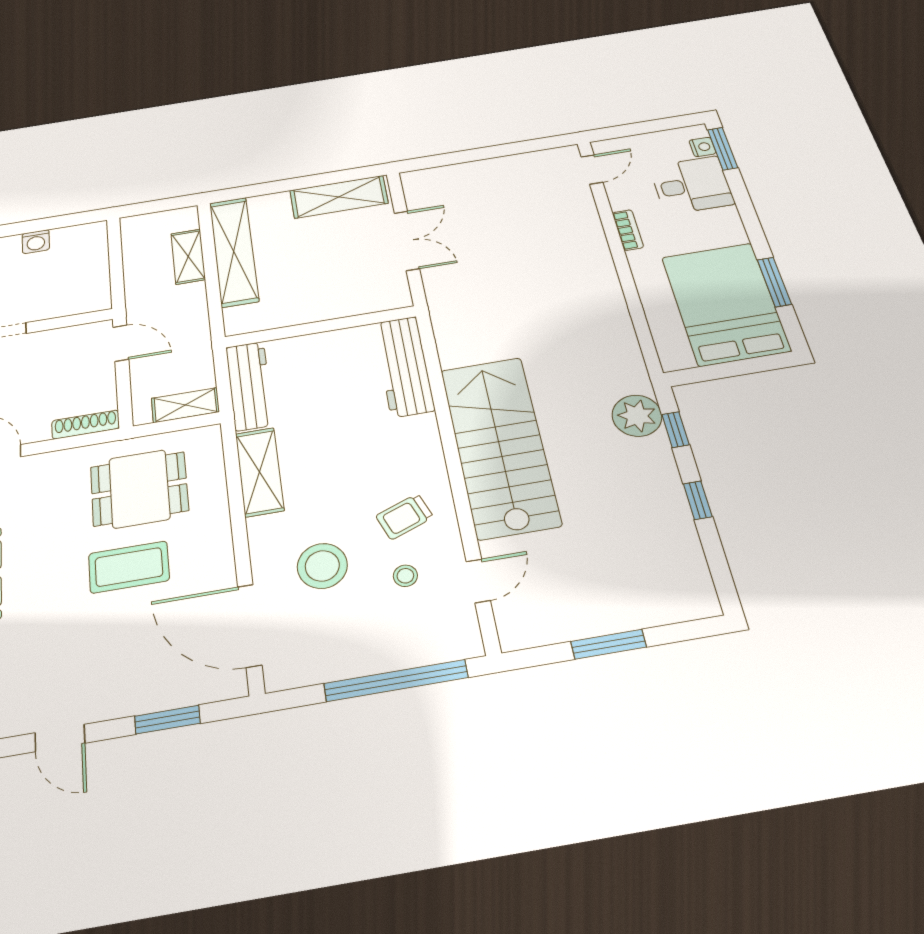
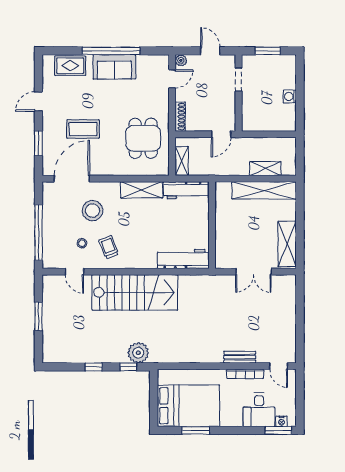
bookcase: (628, 230) -> (245, 374), width x1.56
bench: (592, 234) -> (240, 357), added
coffee table: (129, 567) -> (83, 129), moved, turned 90

